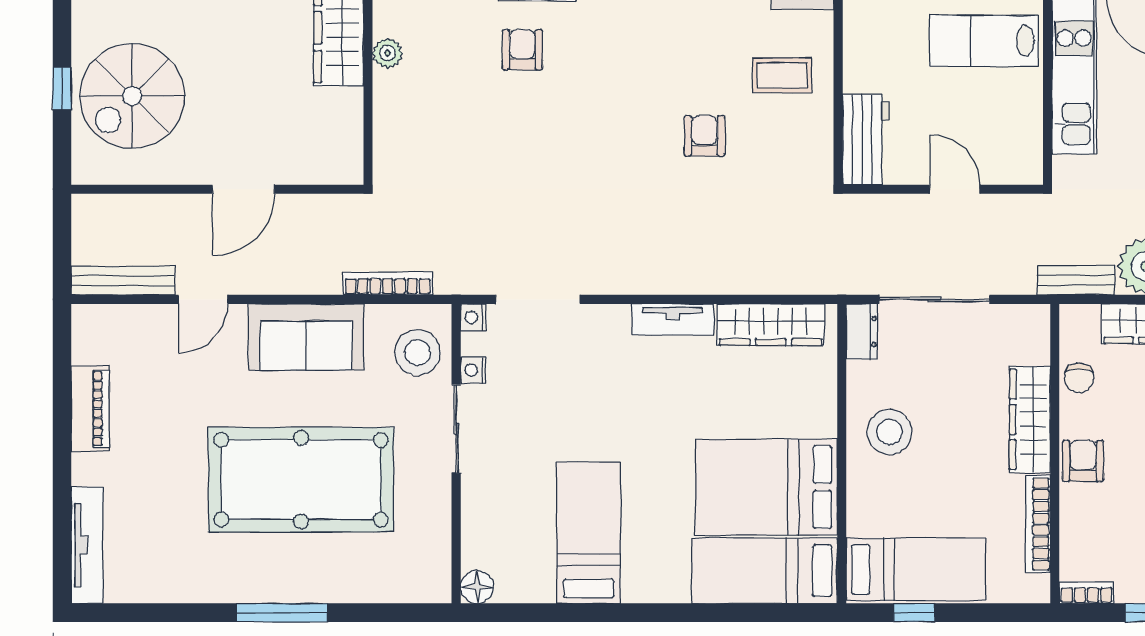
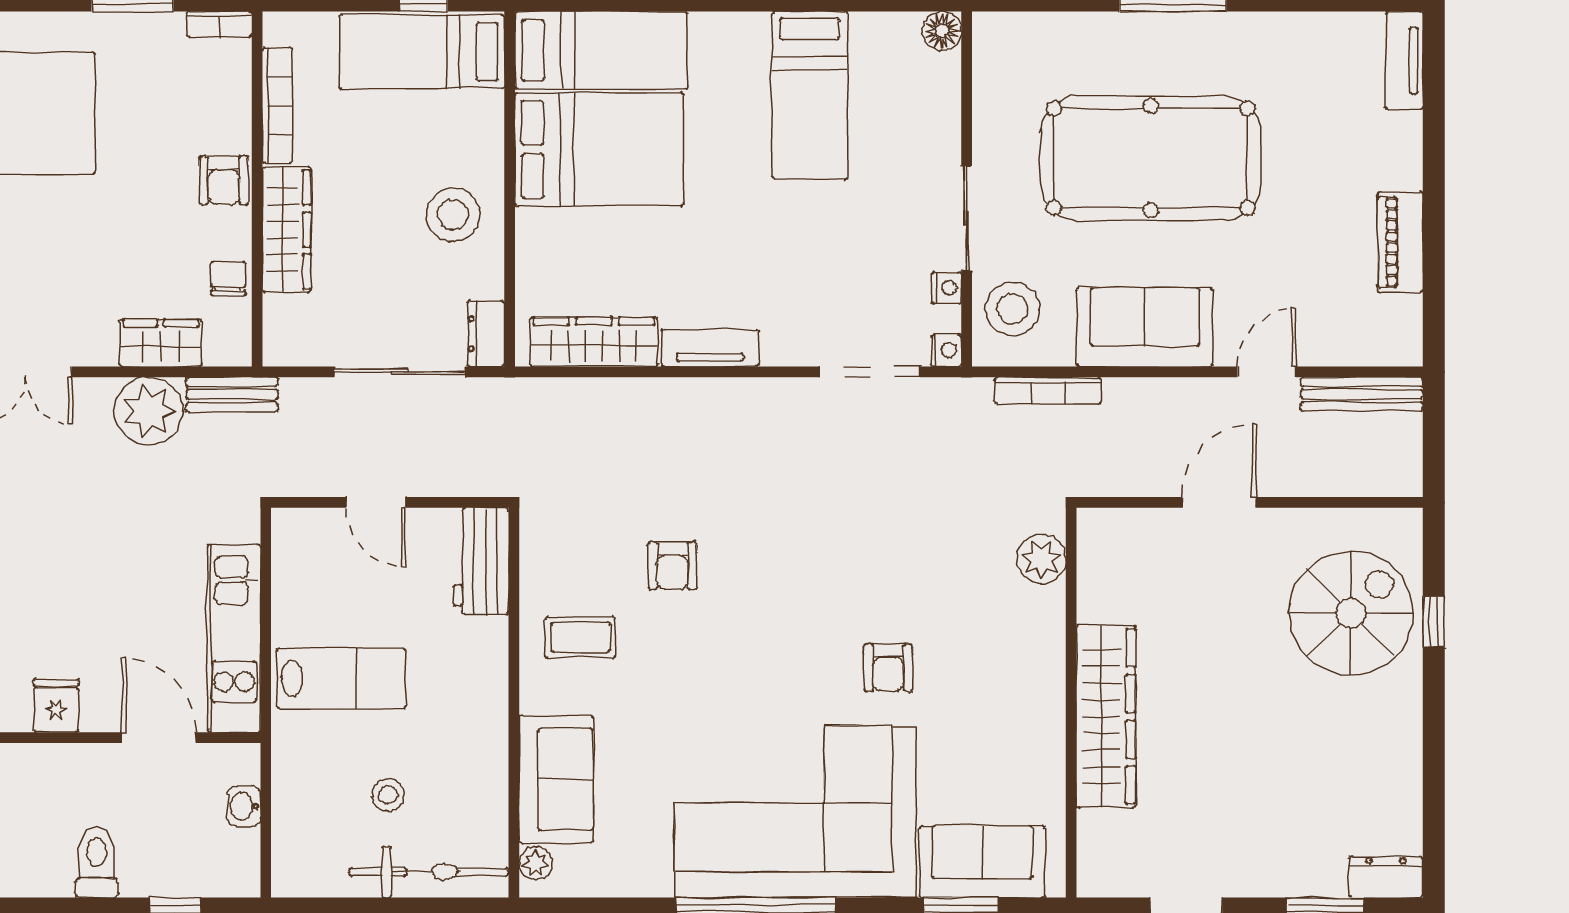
plant: (387, 53) -> (1041, 559), moved, width x1.38, depth x1.38
tv unit: (87, 545) -> (1404, 60), width x0.71

